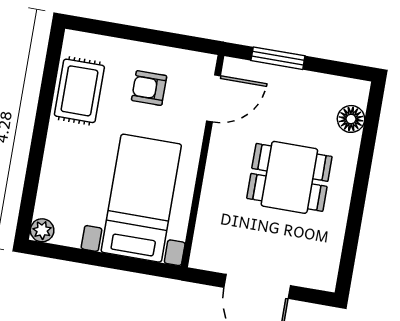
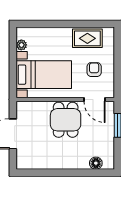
dining table: (289, 177) -> (66, 120), moved
plant: (42, 230) -> (21, 45), moved

